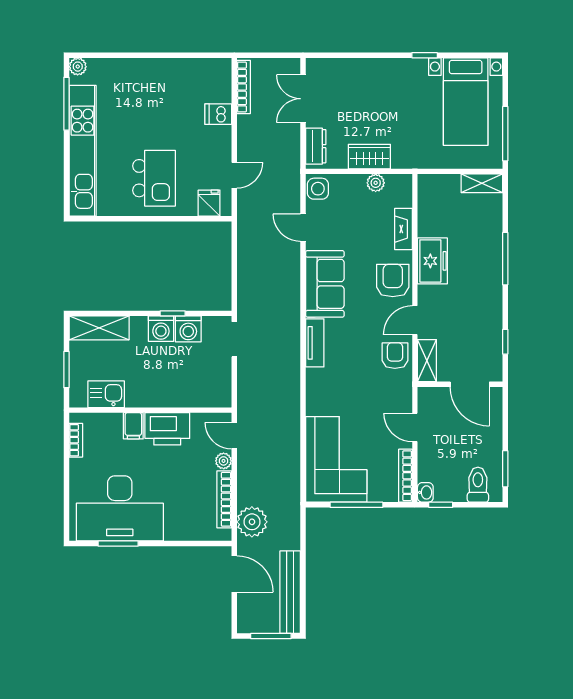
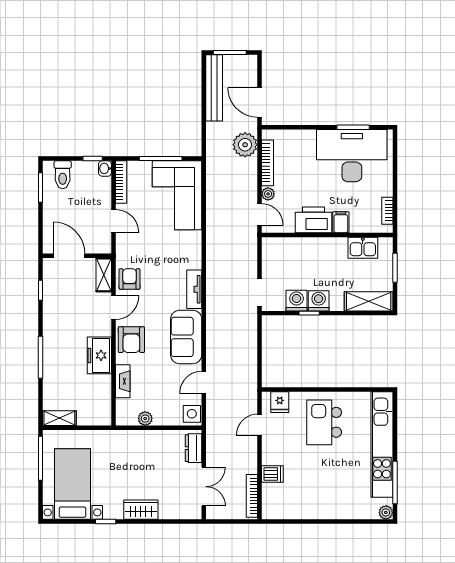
wardrobe: (369, 157) -> (141, 510), moved, turned 180
door: (303, 228) -> (204, 382), swing flipped
armchair: (395, 356) -> (130, 279), turned 180

